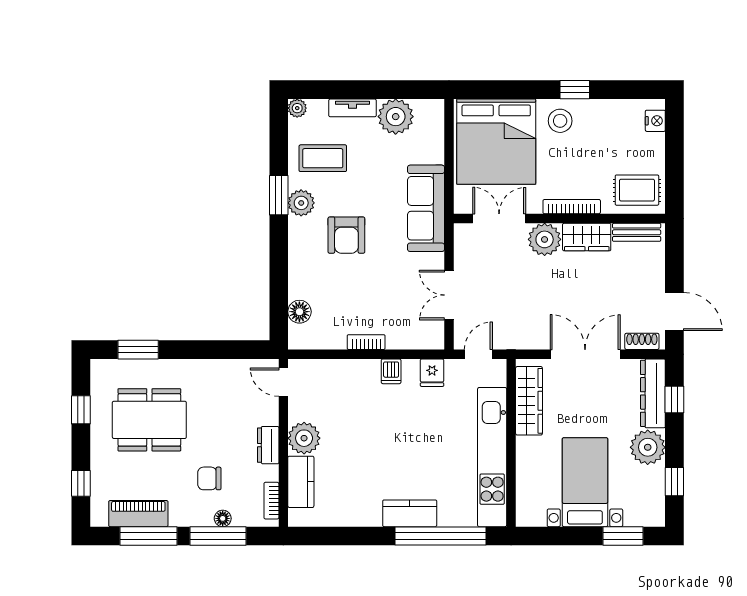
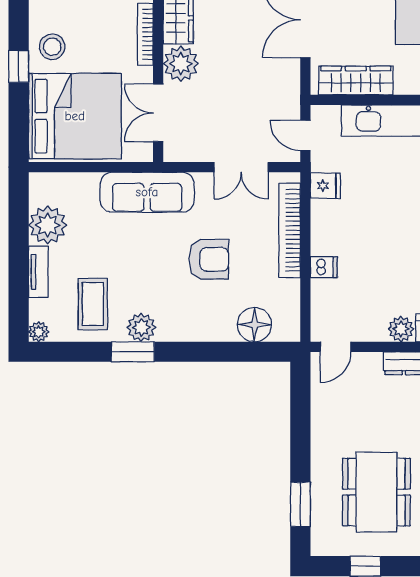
window: (575, 90) -> (19, 66), moved
armchair: (346, 235) -> (209, 259), moved
floor lamp: (299, 312) -> (255, 325), width x1.38, depth x1.38
bookcase: (366, 342) -> (290, 230), width x2.31, depth x1.31
dishwasher: (391, 371) -> (324, 267), moved
plant: (304, 438) -> (401, 329), width x0.73, depth x0.73

